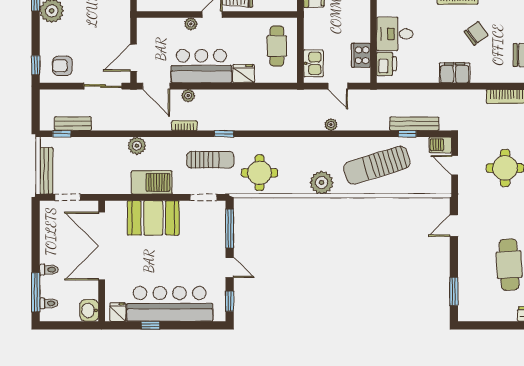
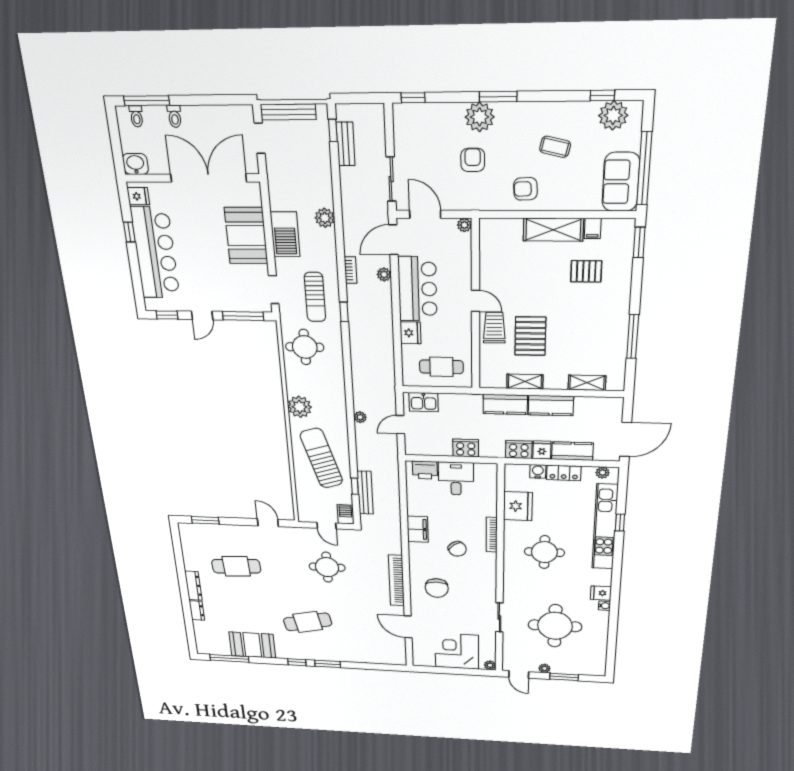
plant: (191, 24) -> (464, 225), moved
cooker: (361, 55) -> (466, 448), moved
armchair: (62, 66) -> (473, 160), moved
door: (455, 165) -> (326, 526), swing flipped

